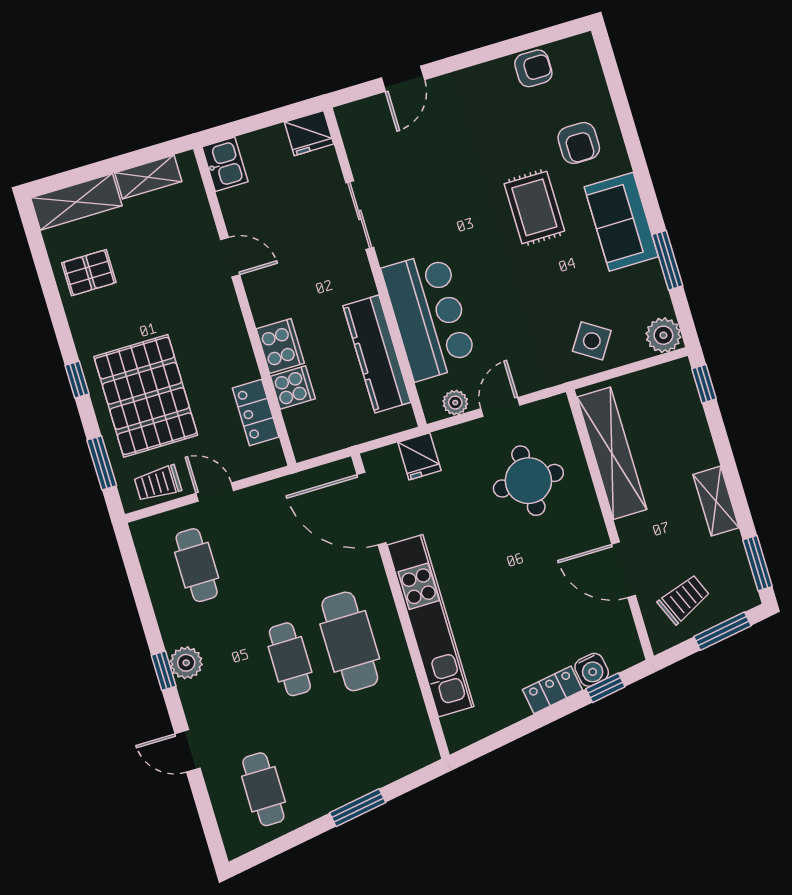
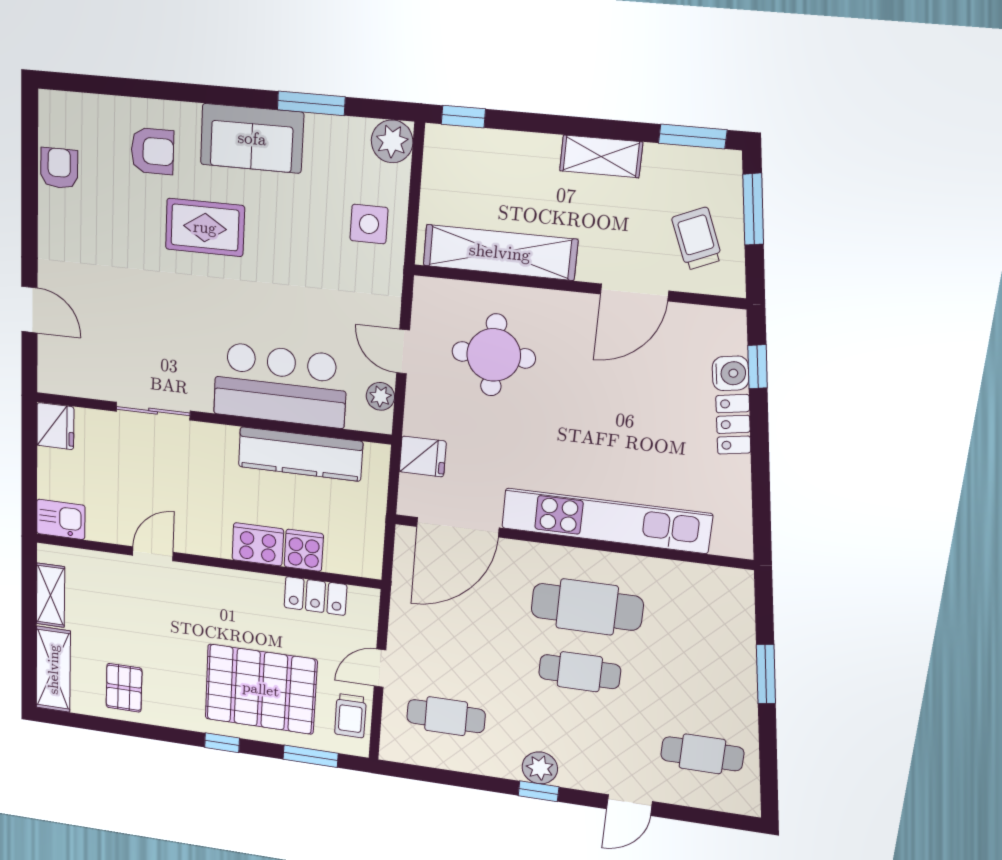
side table: (592, 341) -> (369, 224), turned -33

